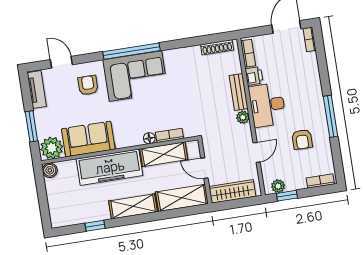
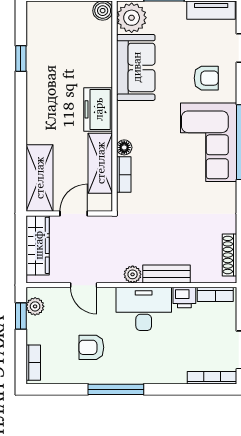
bookcase: (310, 39) -> (212, 378), width x1.56
freezer: (110, 167) -> (98, 109), width x0.52, depth x0.79
shelving: (133, 206) -> (38, 112), removed

